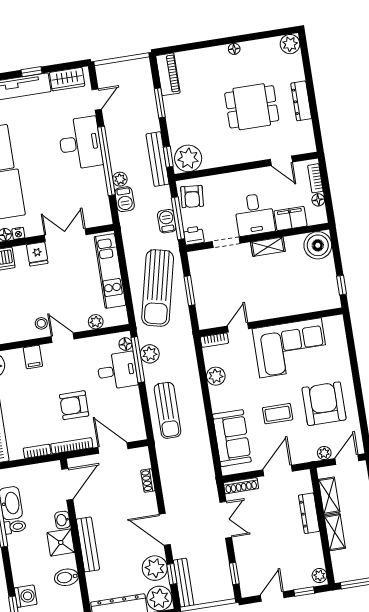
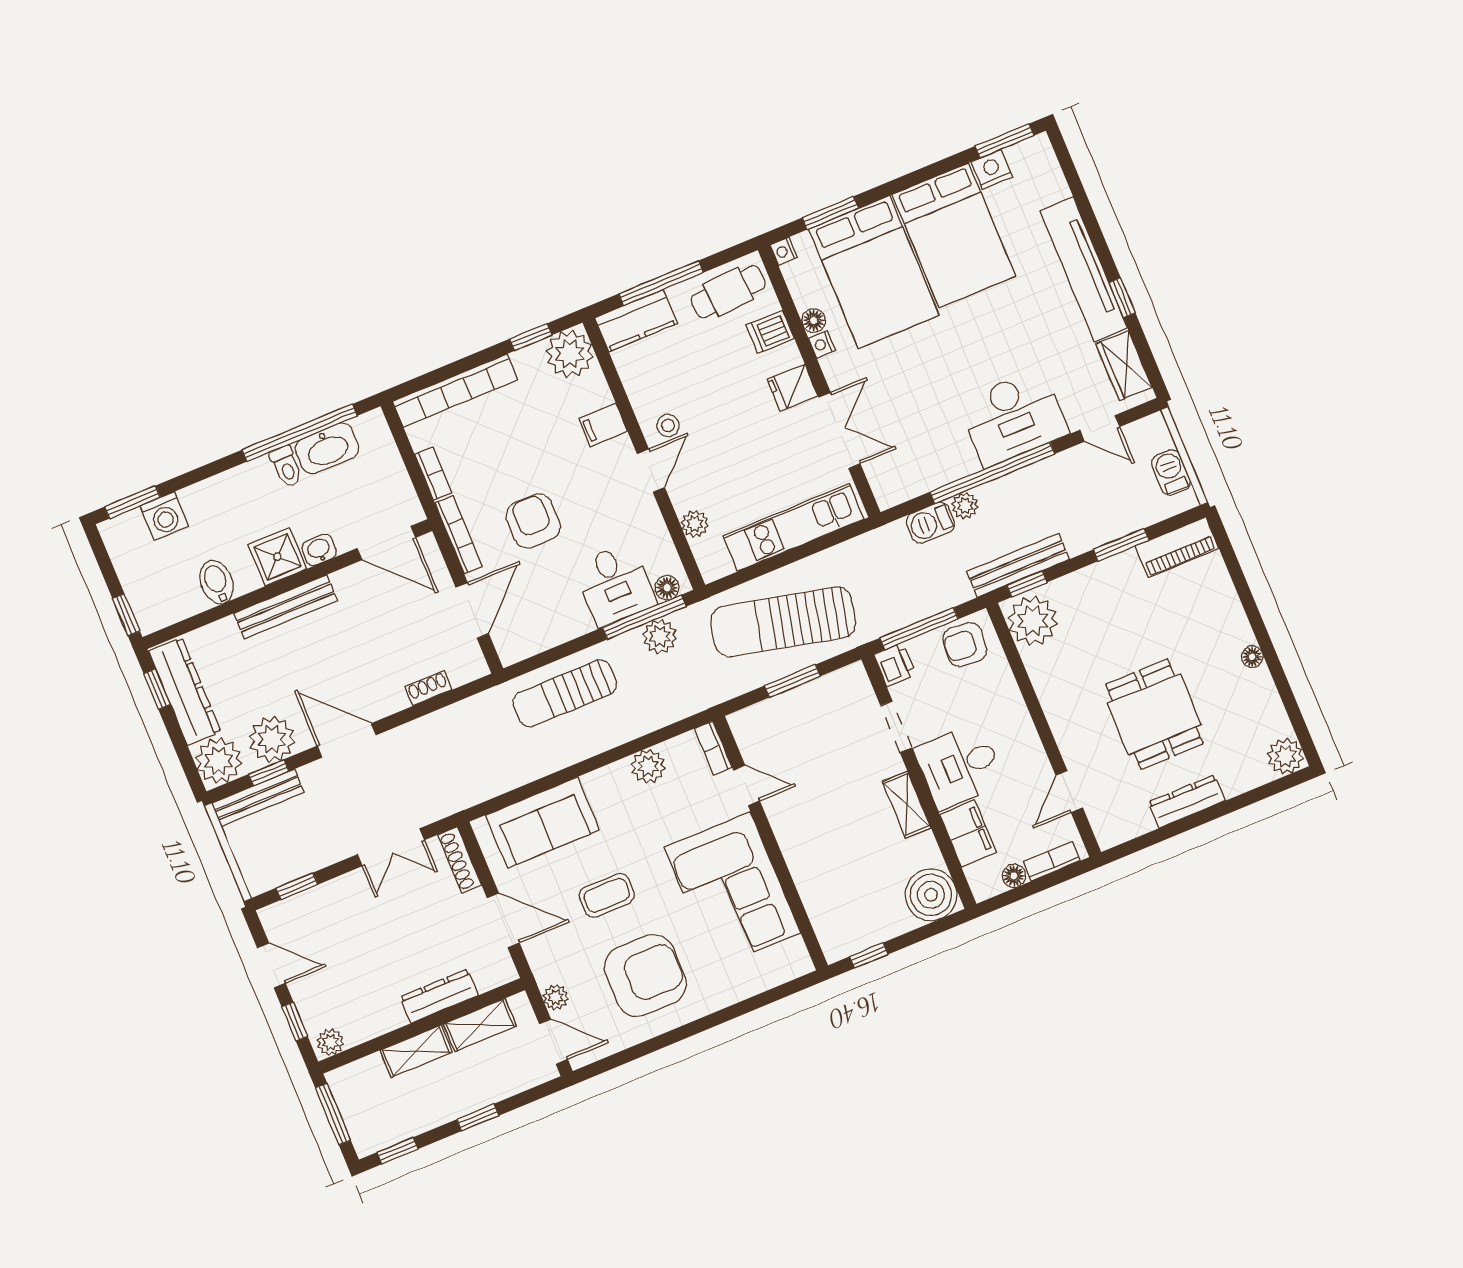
barbecue: (167, 221) -> (1171, 473), moved, turned -90
coffee table: (278, 414) -> (607, 895), turned 90
door: (165, 529) -> (347, 740), hinge flipped

